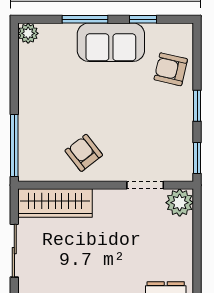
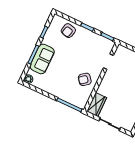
sofa: (111, 42) -> (42, 59), moved
wardrobe: (55, 203) -> (97, 104), width x0.67
plant: (180, 203) -> (121, 52), removed

